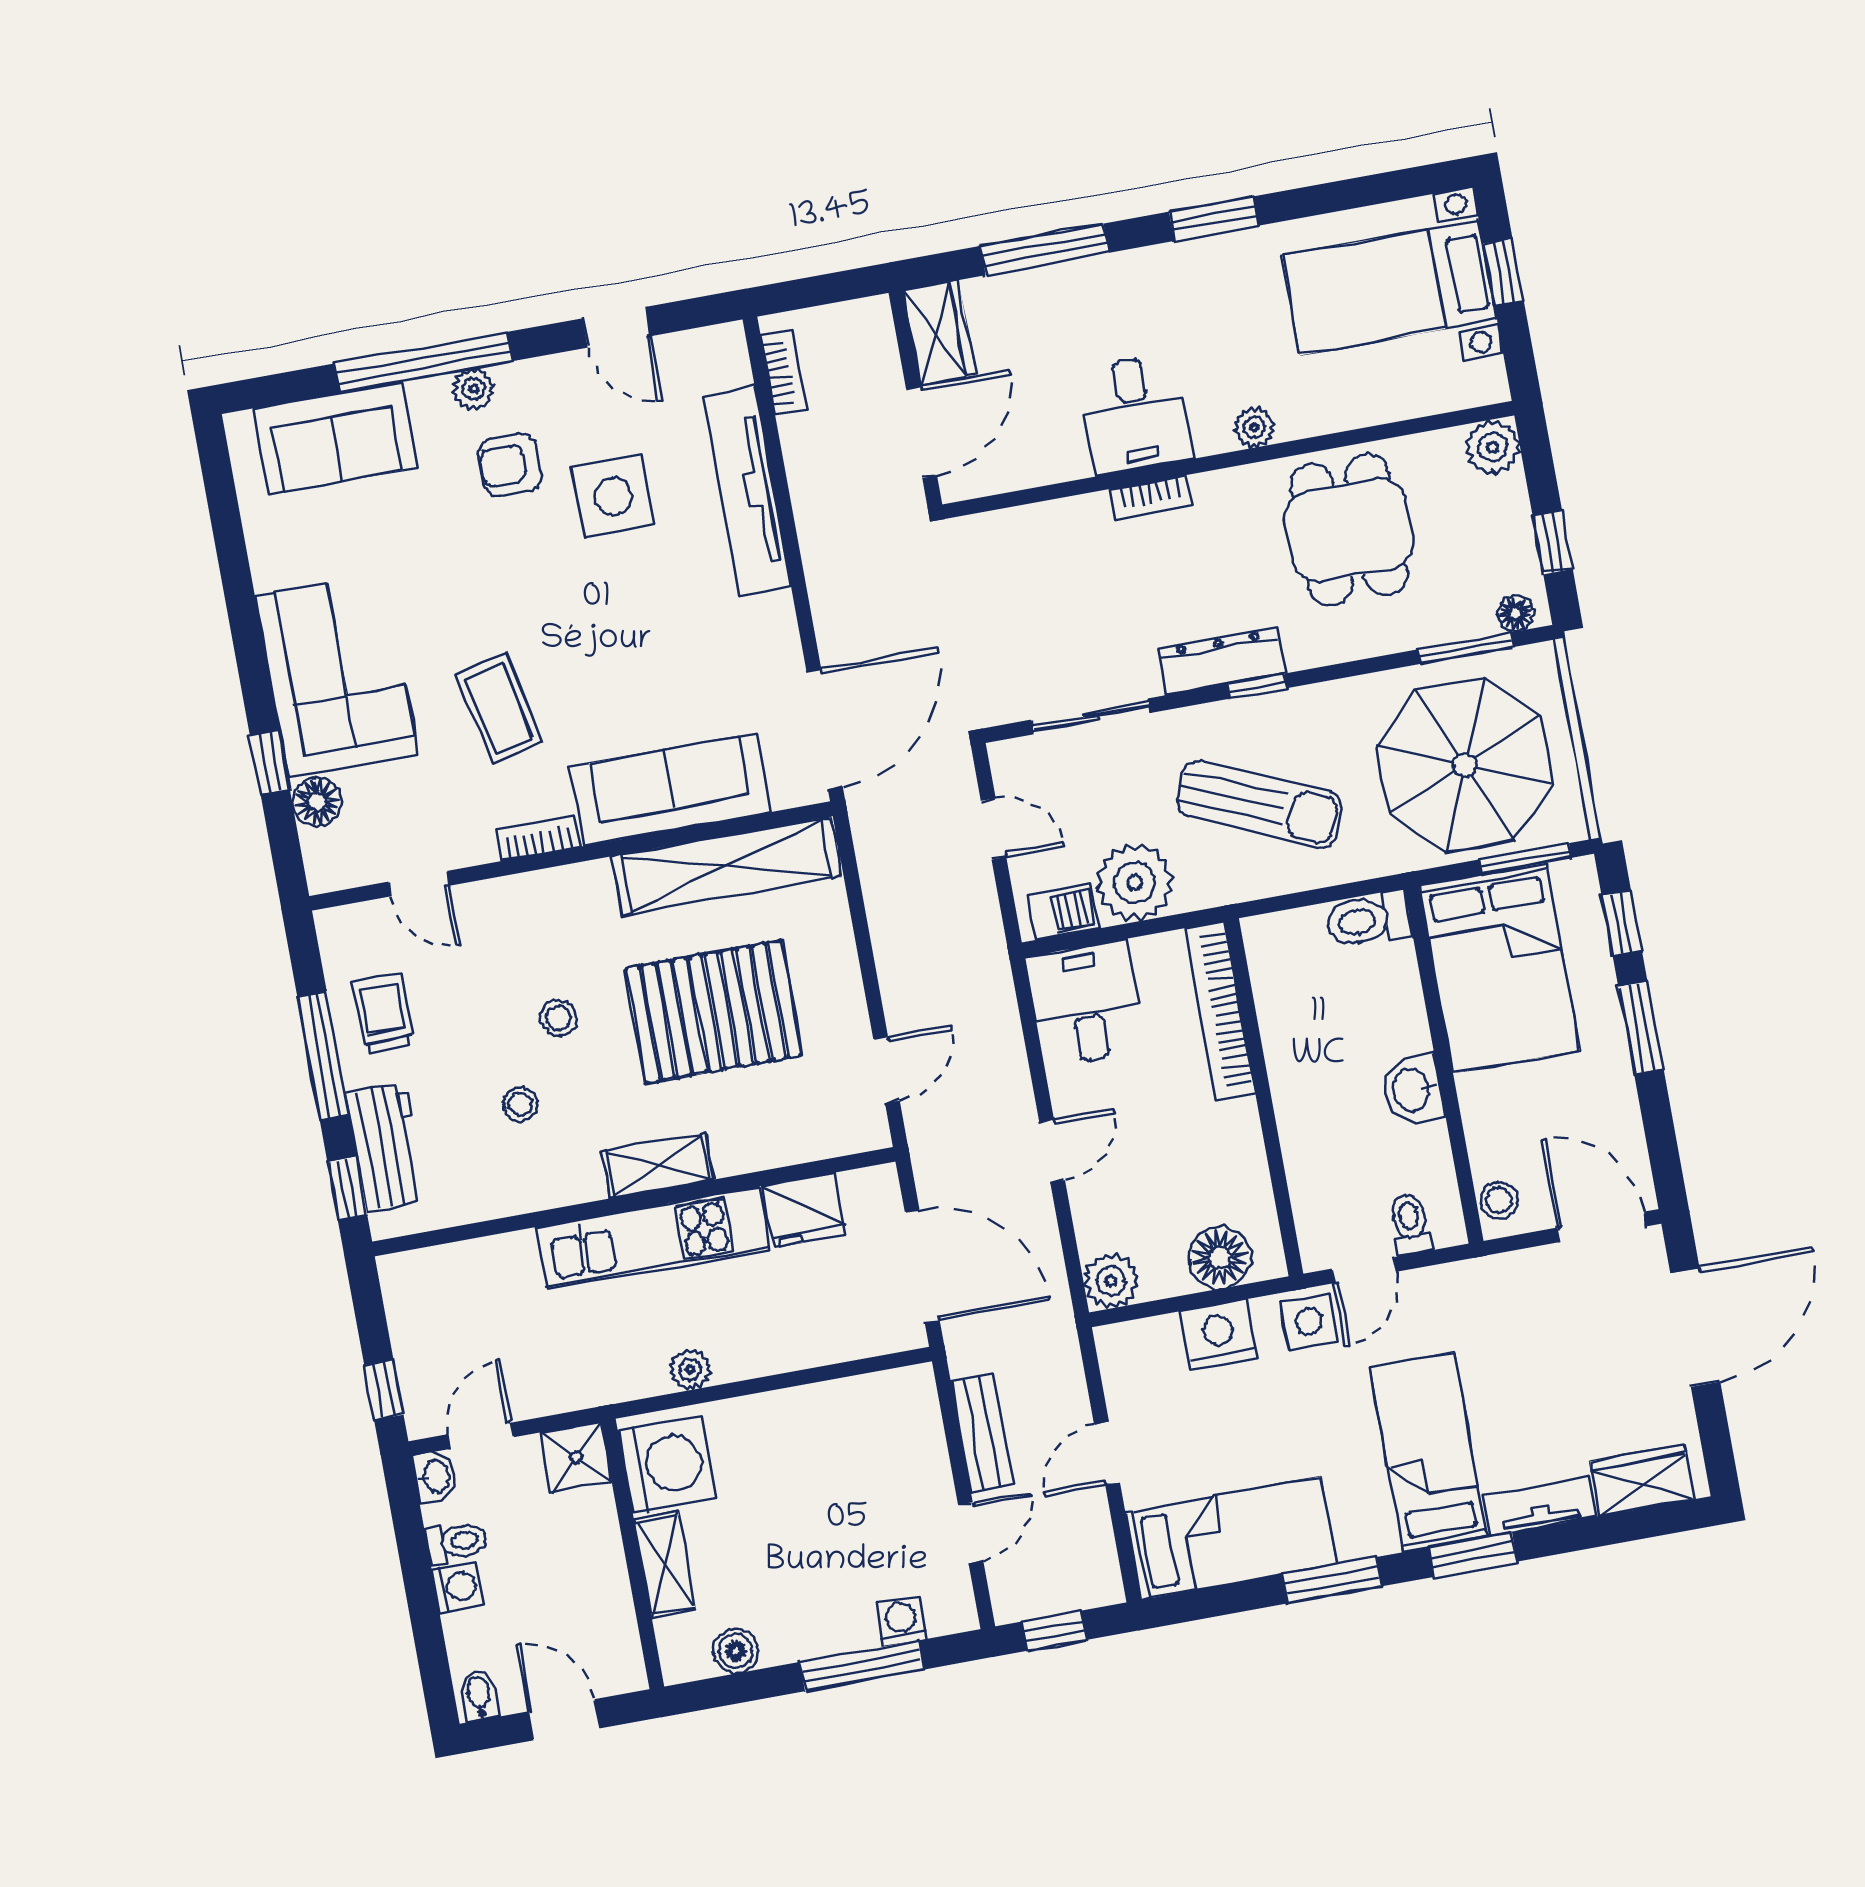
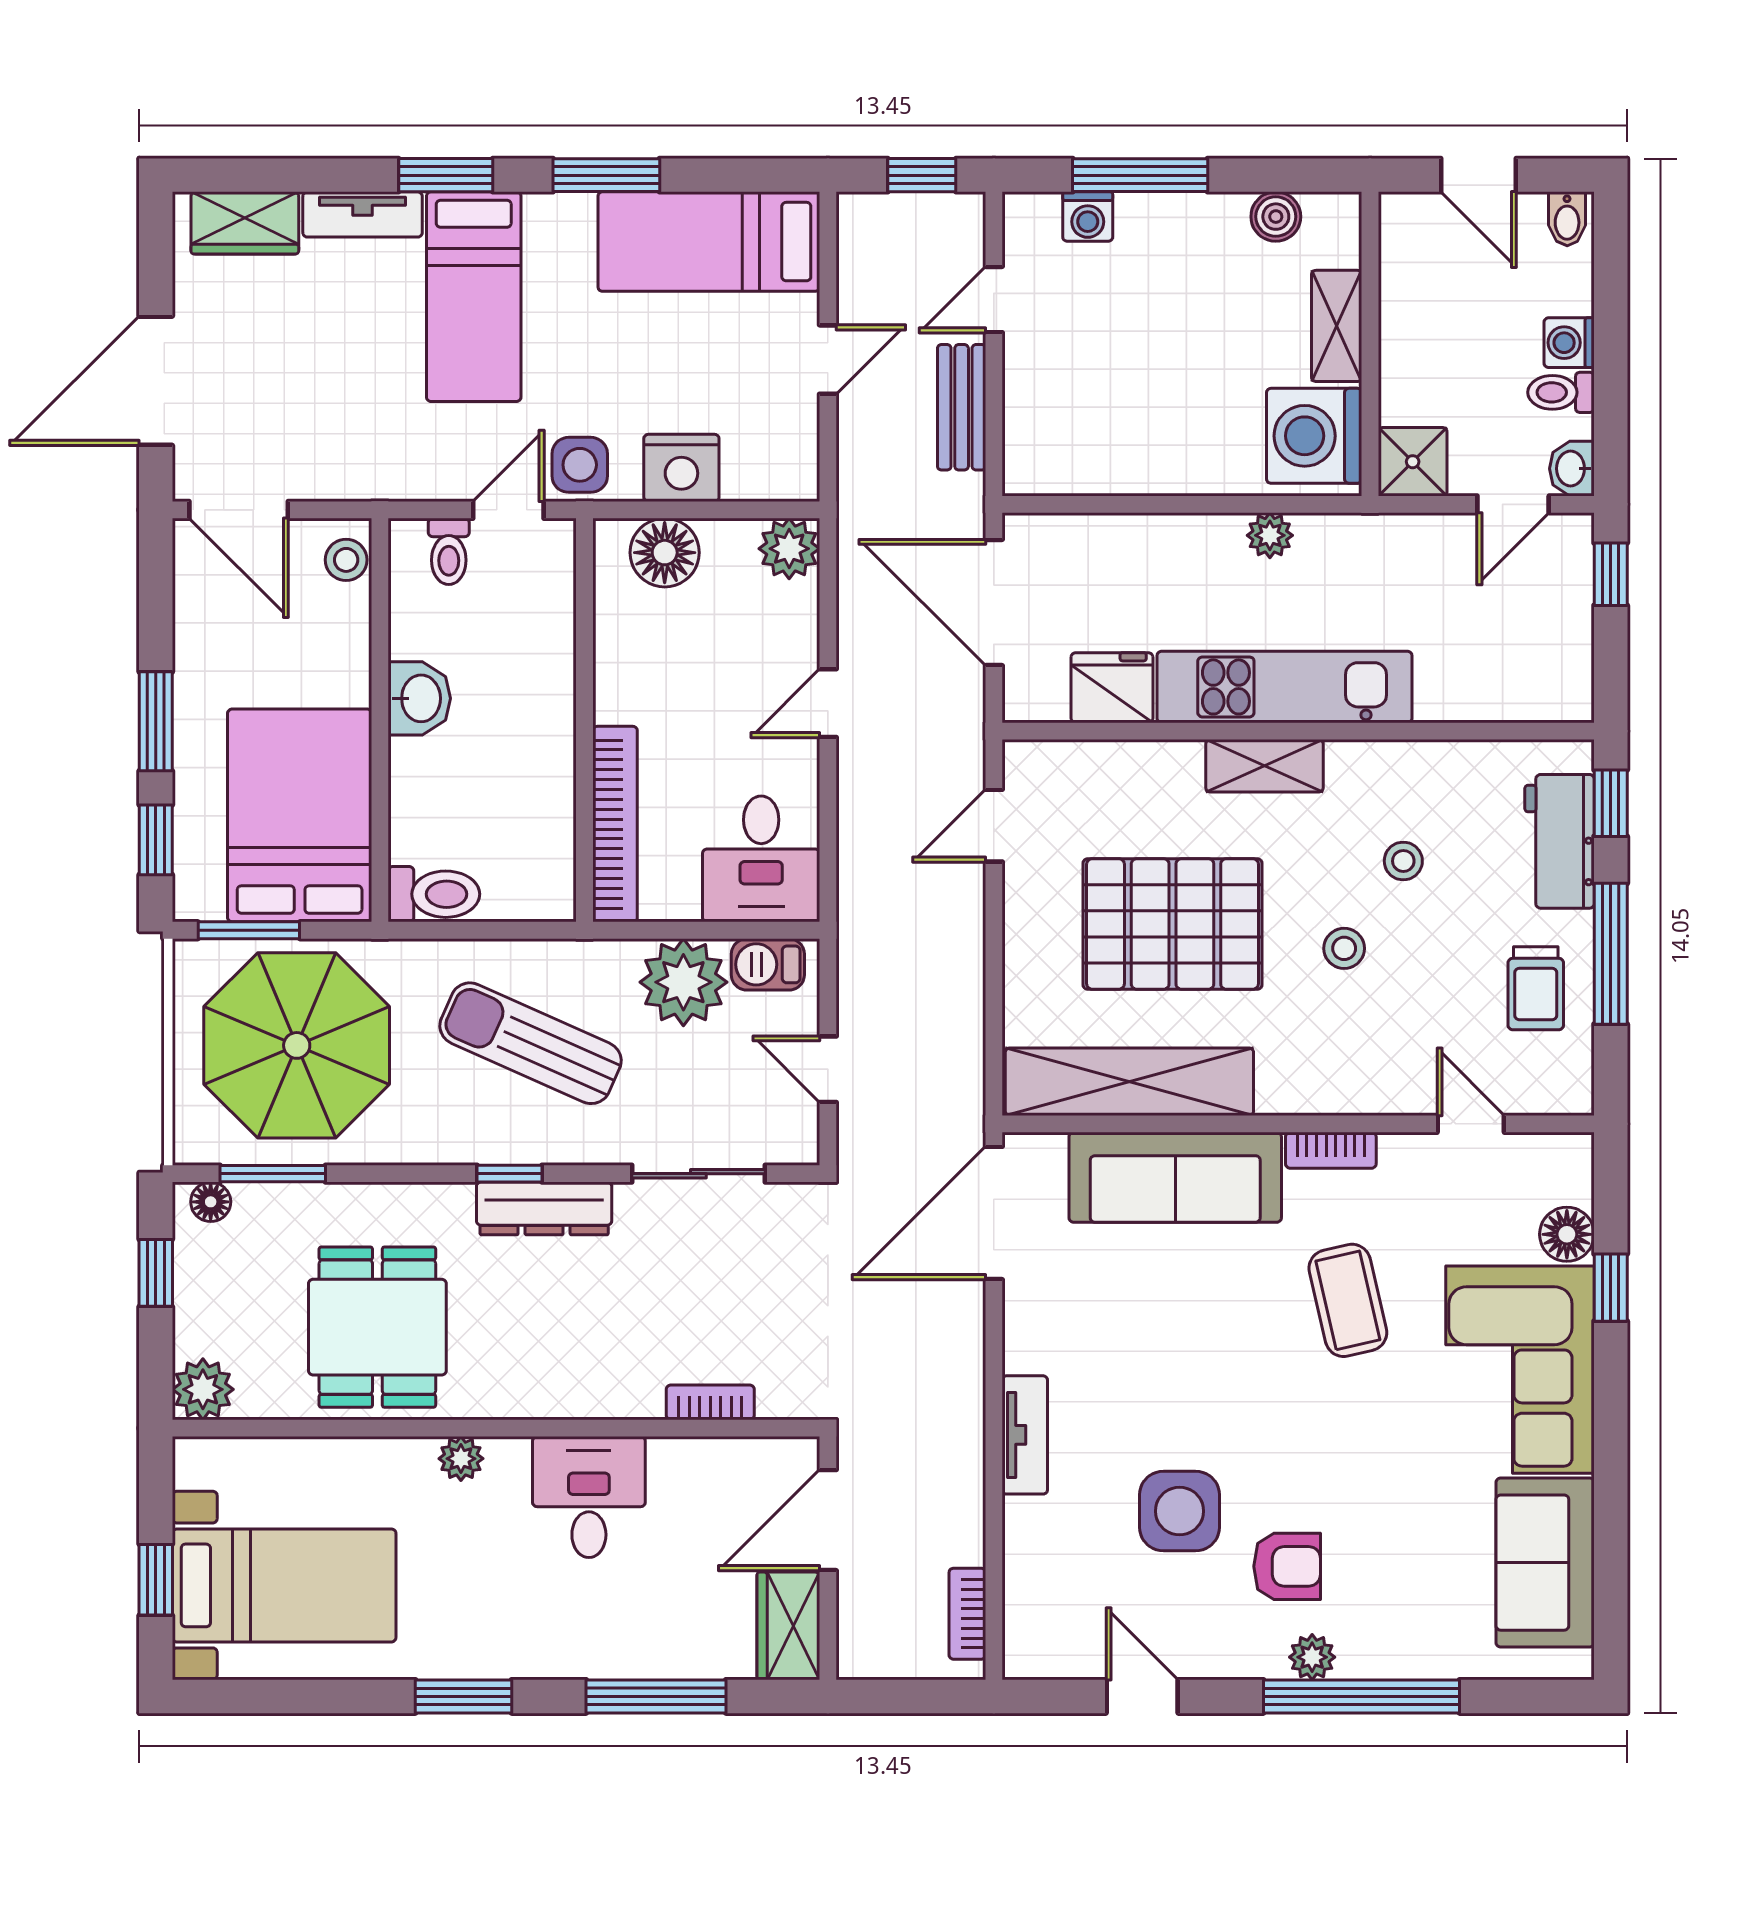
sofa: (335, 438) -> (1545, 1563), moved, turned -90
tv unit: (747, 492) -> (1025, 1435), width x0.52, depth x0.78
bookcase: (1151, 498) -> (710, 1402), moved

